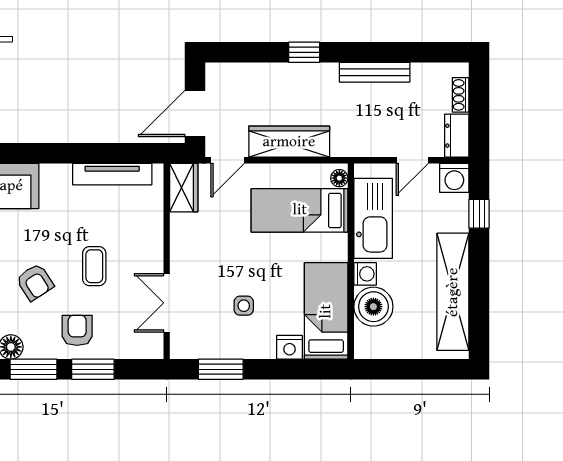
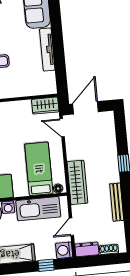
door: (195, 114) -> (85, 108), hinge flipped
wardrobe: (289, 142) -> (77, 182), moved
door: (412, 160) -> (71, 227), hinge flipped
tv unit: (112, 174) -> (47, 50), moved

